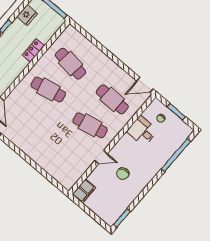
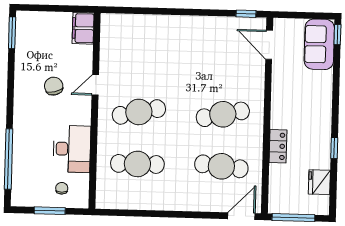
door: (145, 85) -> (241, 216), moved
desk: (142, 131) -> (72, 149), width x1.37

